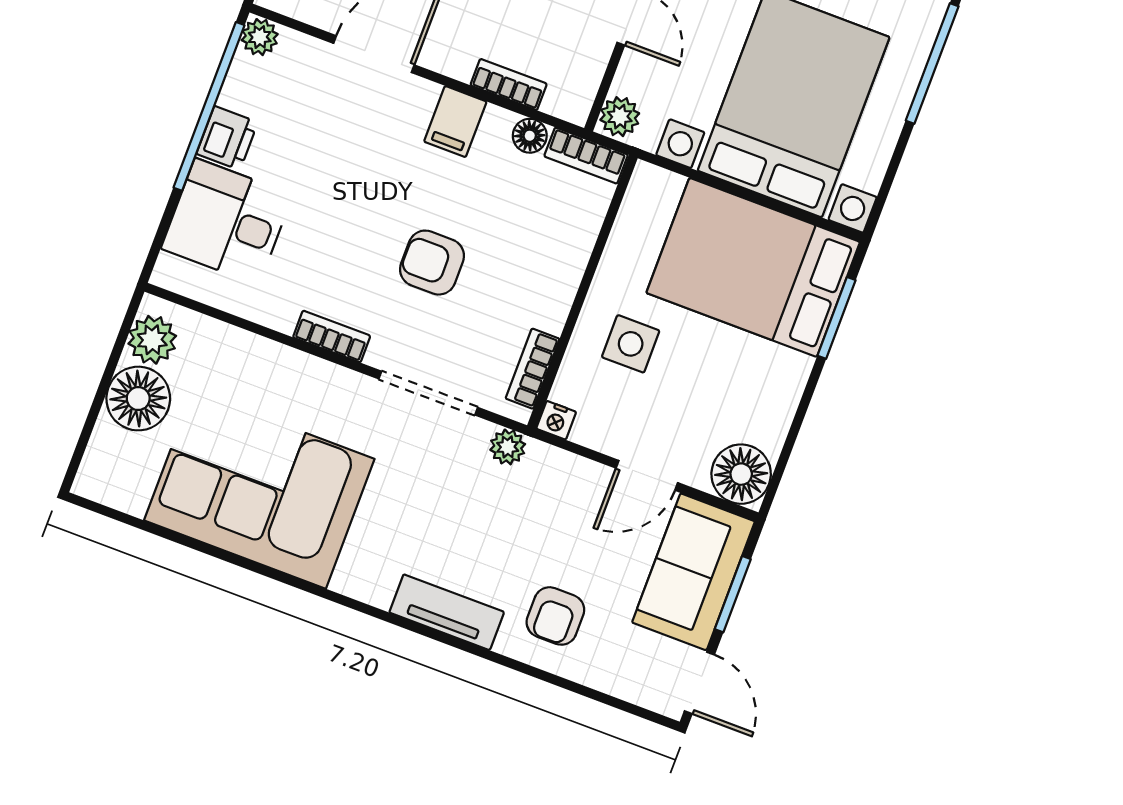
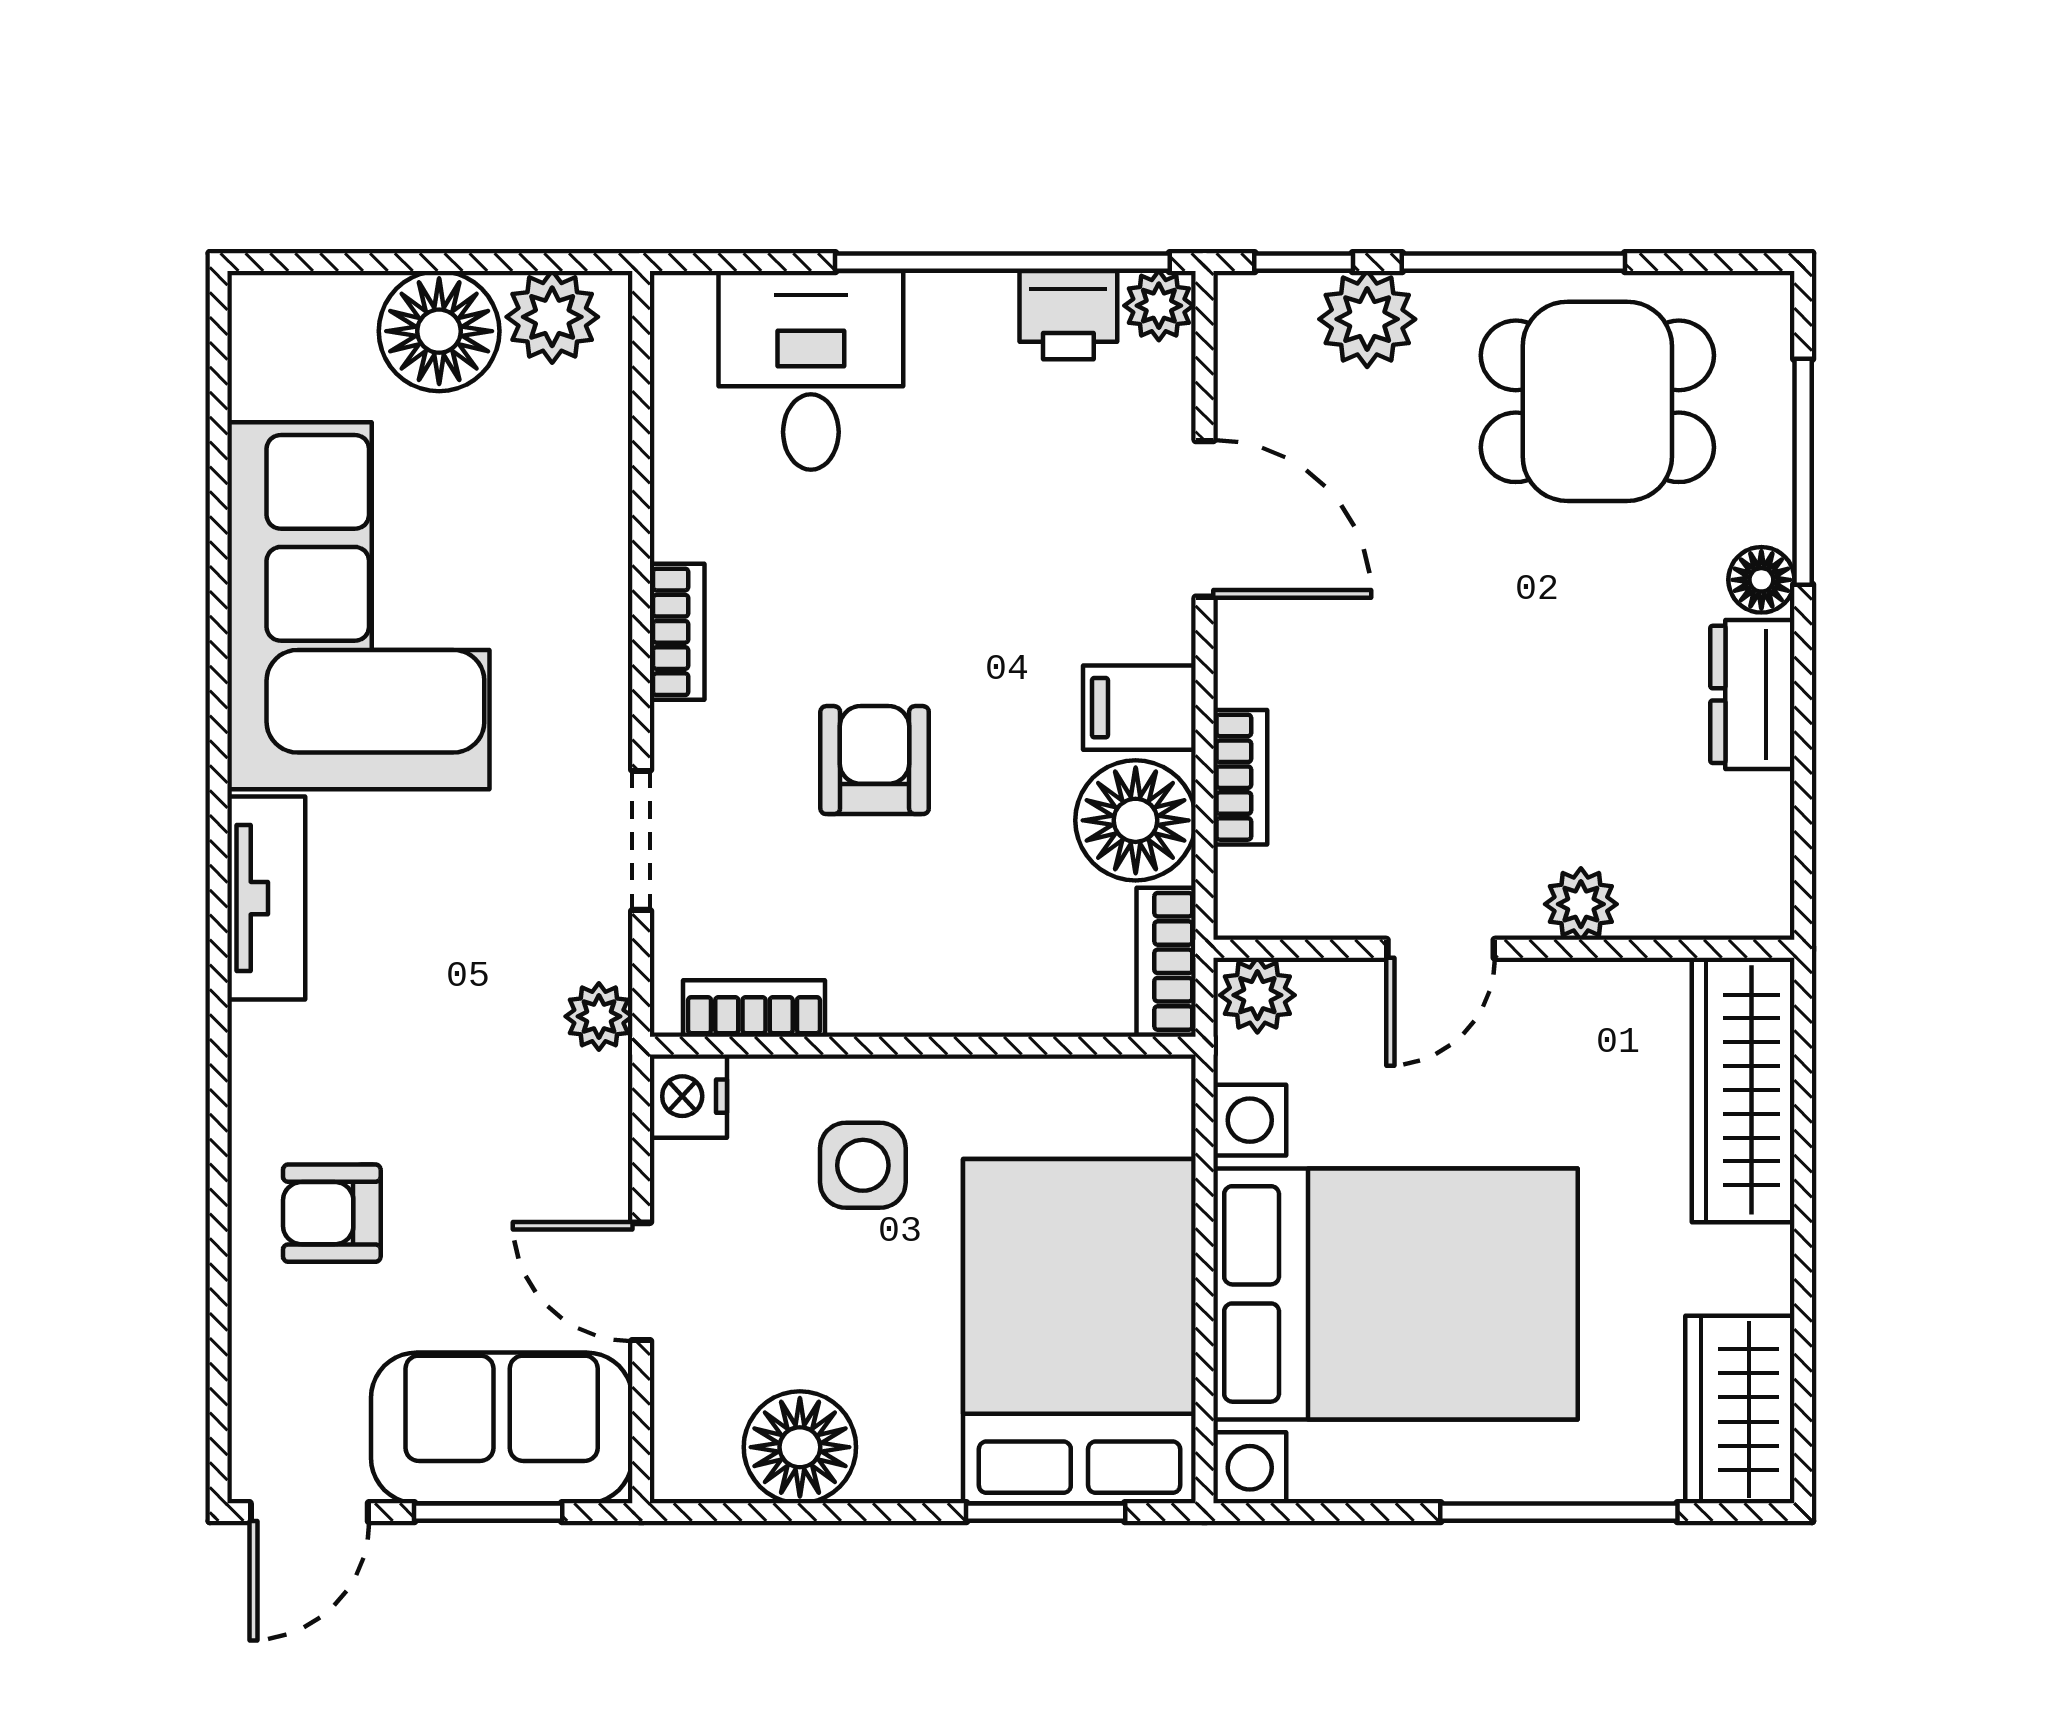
floor lamp: (530, 136) -> (1136, 820), width x1.89, depth x1.89
printer: (227, 138) -> (1068, 315), moved
doorway: (428, 393) -> (641, 840), width x0.73
nightstand: (556, 420) -> (688, 1096), width x1.39, depth x1.35
floor lamp: (741, 474) -> (800, 1447), moved
tv unit: (447, 612) -> (266, 898), moved

